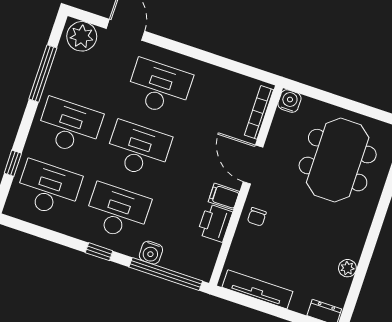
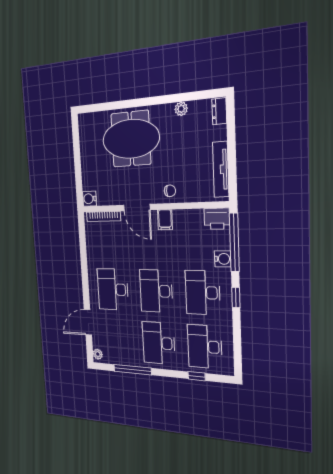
plant: (82, 36) -> (98, 354), width x0.53, depth x0.53
meeting table: (338, 160) -> (131, 139), moved
door: (253, 164) -> (137, 208), hinge flipped
printer: (215, 223) -> (217, 219), moved

